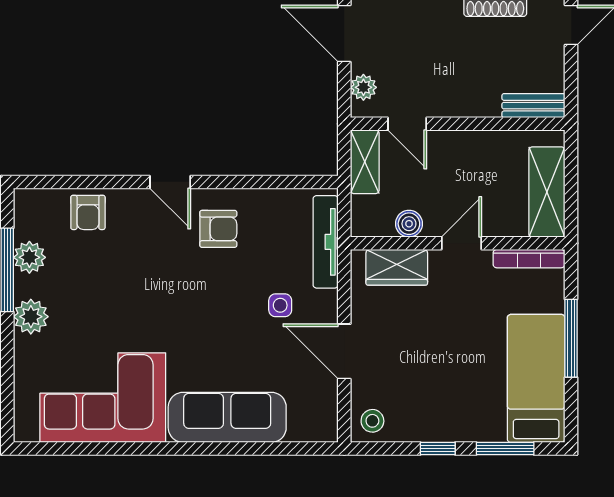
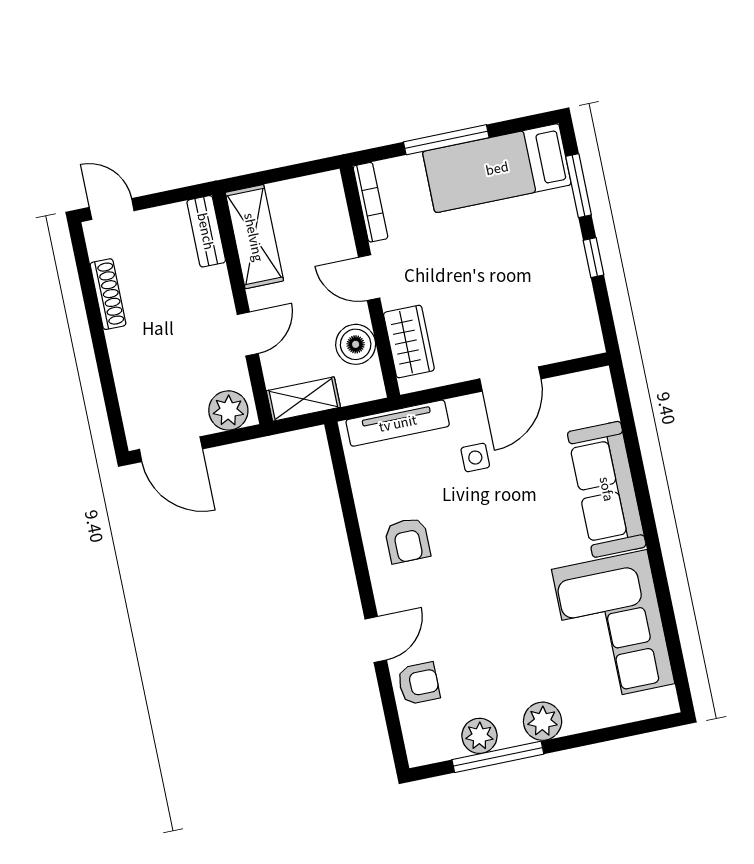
door: (344, 33) -> (171, 449), hinge flipped
plant: (363, 87) -> (228, 410), width x1.38, depth x1.38
door: (407, 124) -> (248, 334), moved
door: (170, 182) -> (376, 639), moved
shelving: (547, 192) -> (254, 237), moved, turned 90
boiler: (409, 224) -> (356, 344), width x1.36, depth x1.36
armchair: (218, 229) -> (407, 540), turned 180
stool: (372, 421) -> (578, 334), removed

